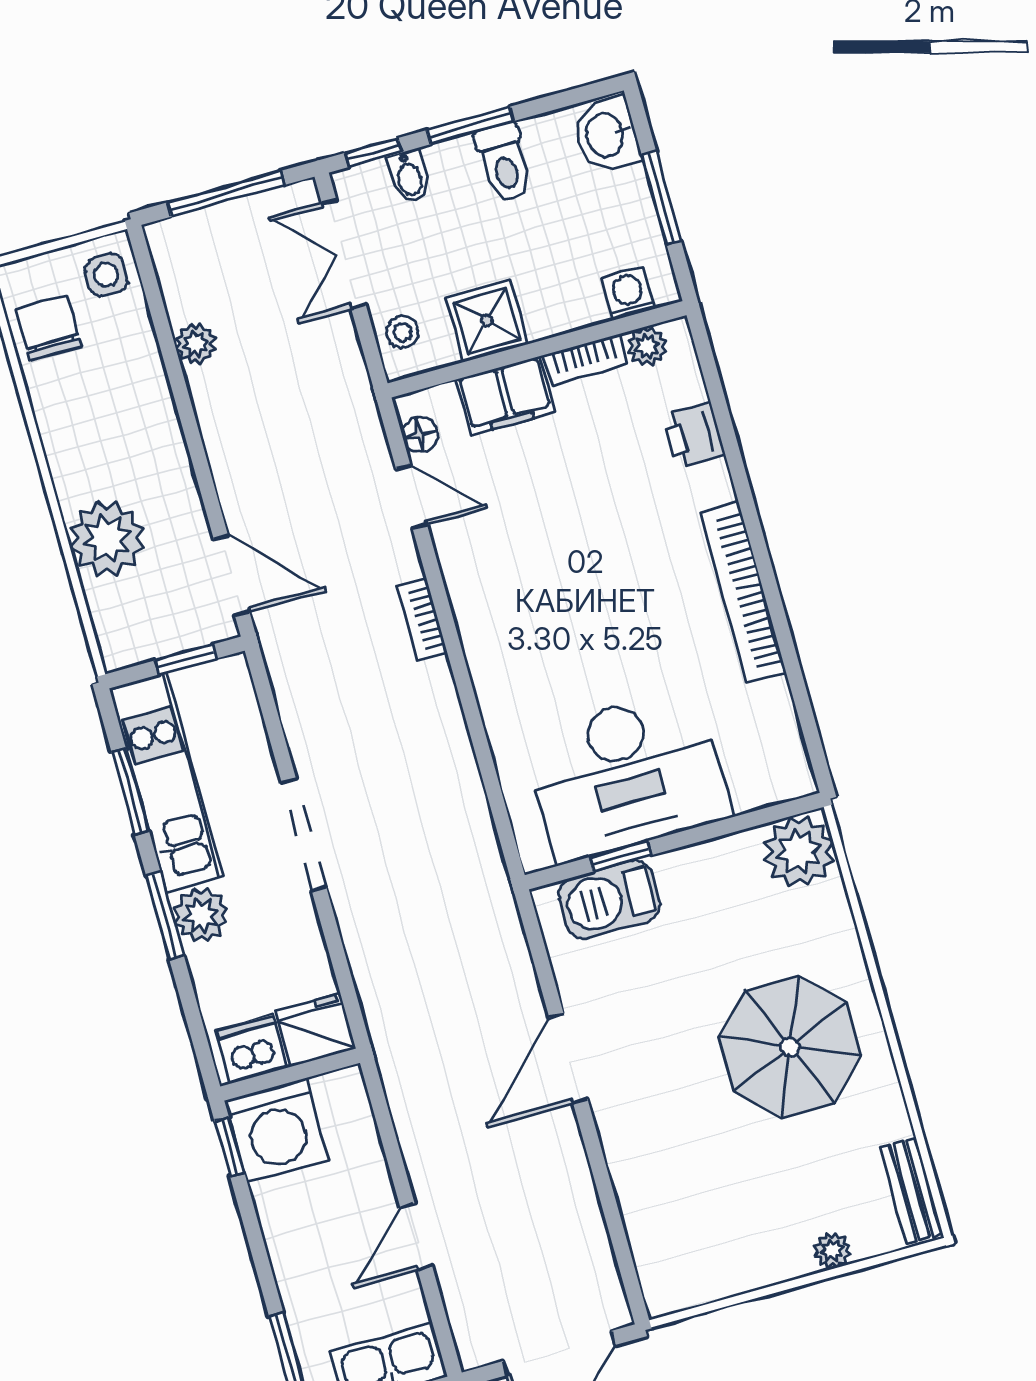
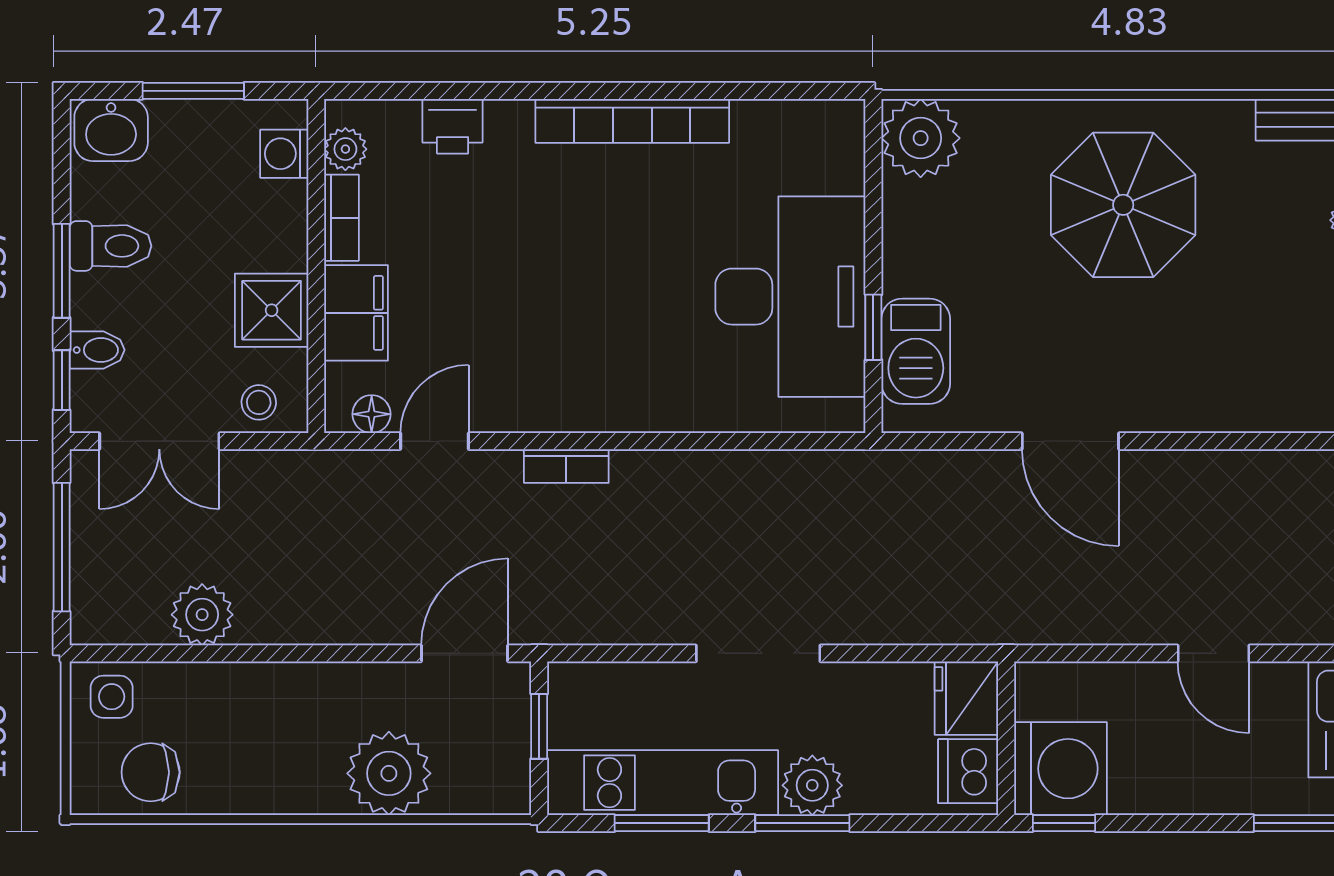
plant: (196, 344) -> (202, 615), width x1.38, depth x1.38

